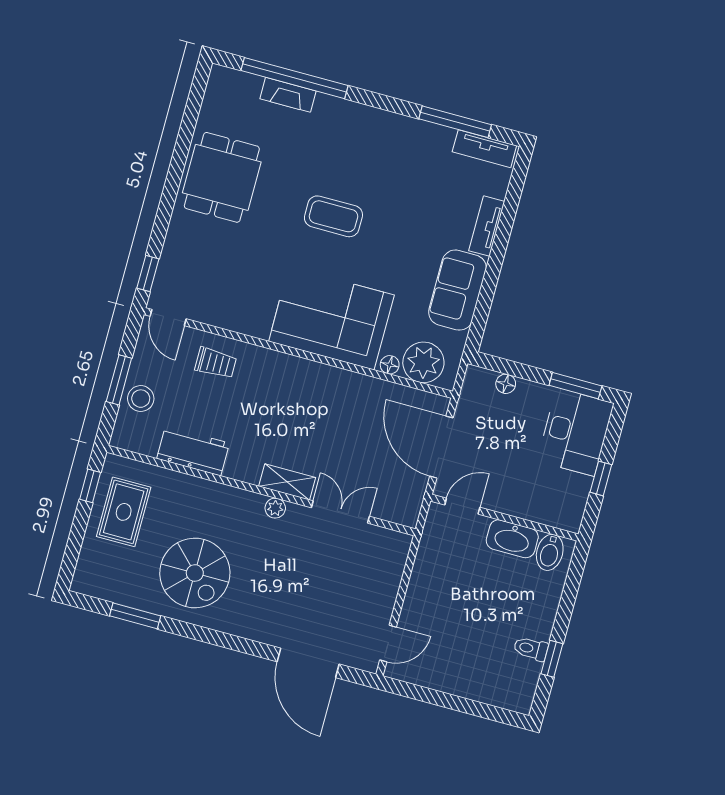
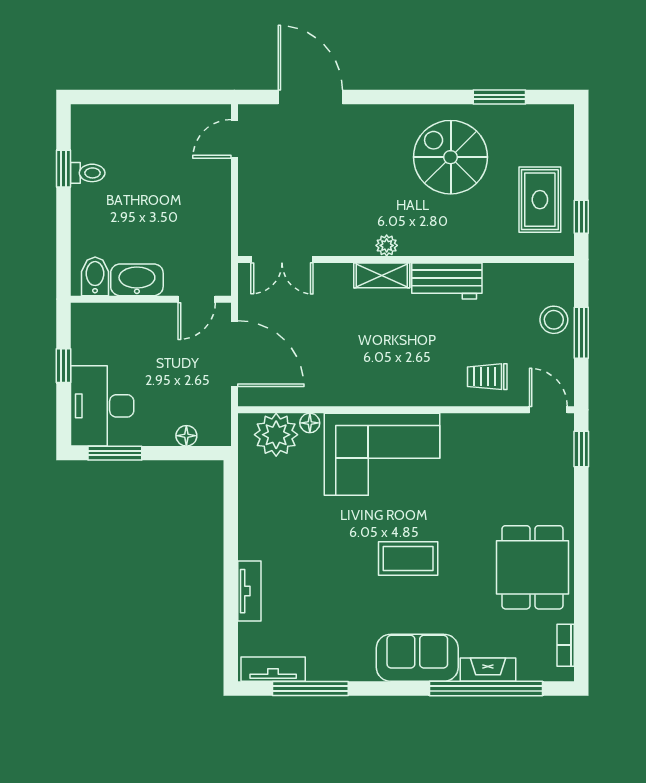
bookcase: (211, 98) -> (566, 645), added
sofa: (457, 290) -> (417, 658), moved, turned -90
workbench: (193, 451) -> (447, 281), moved
double door: (340, 512) -> (282, 259), moved

